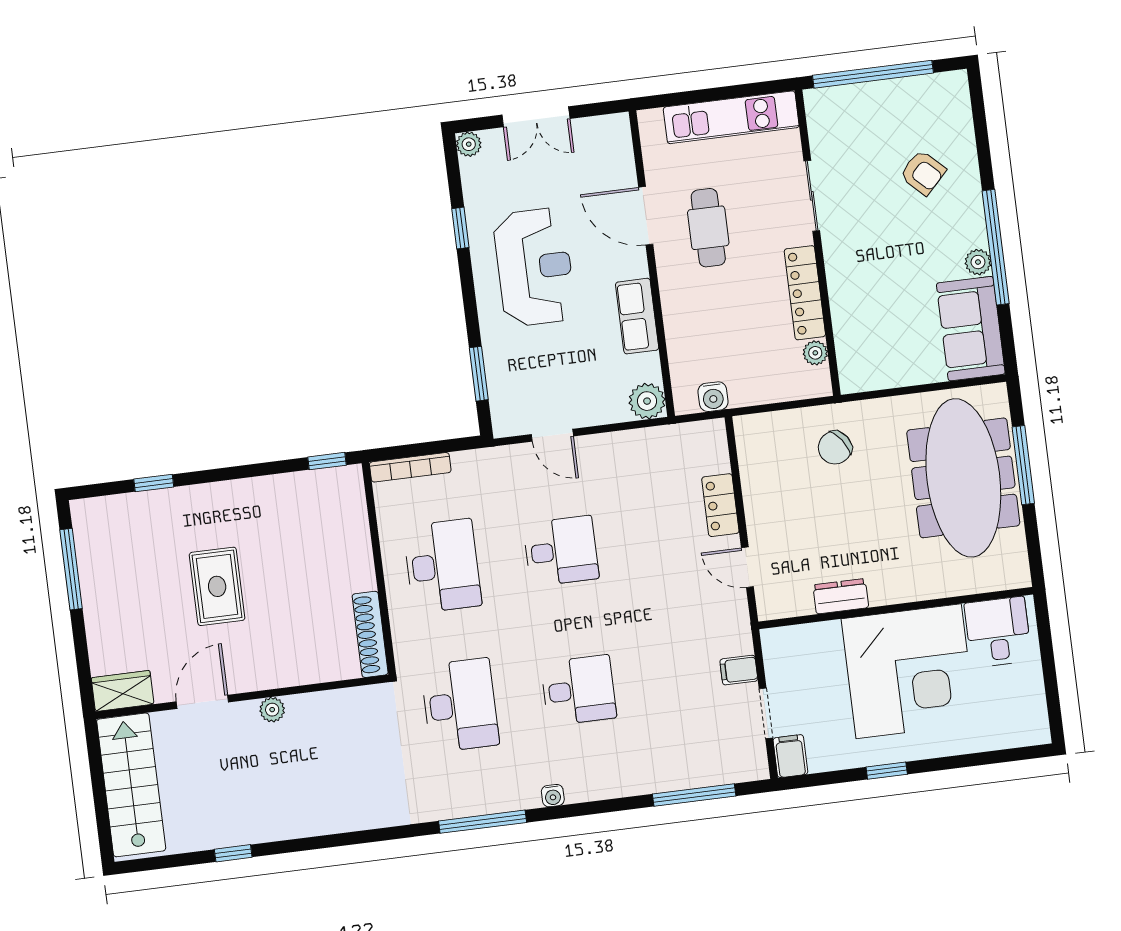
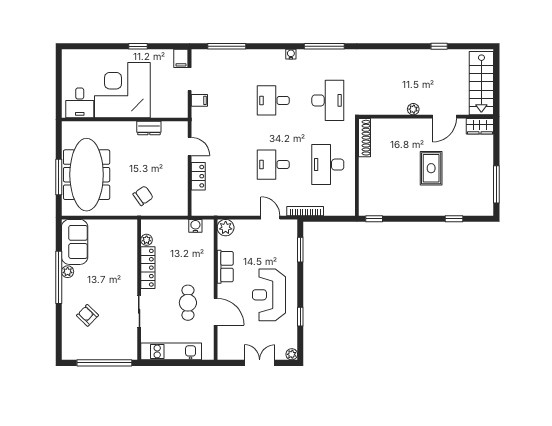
bookcase: (410, 467) -> (305, 211), moved
desk: (460, 705) -> (328, 100), turned 180

